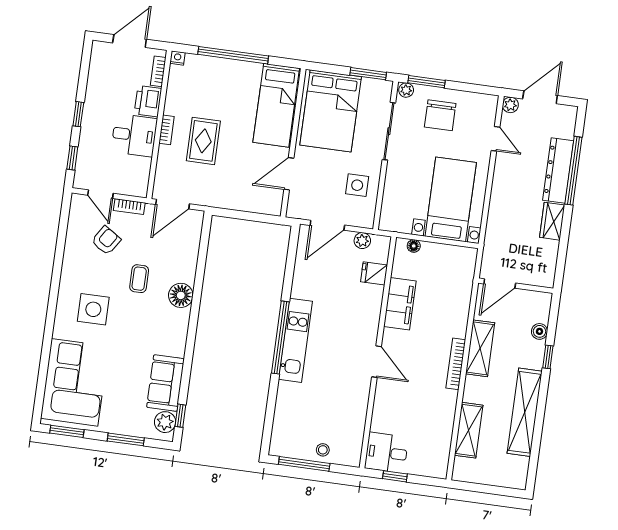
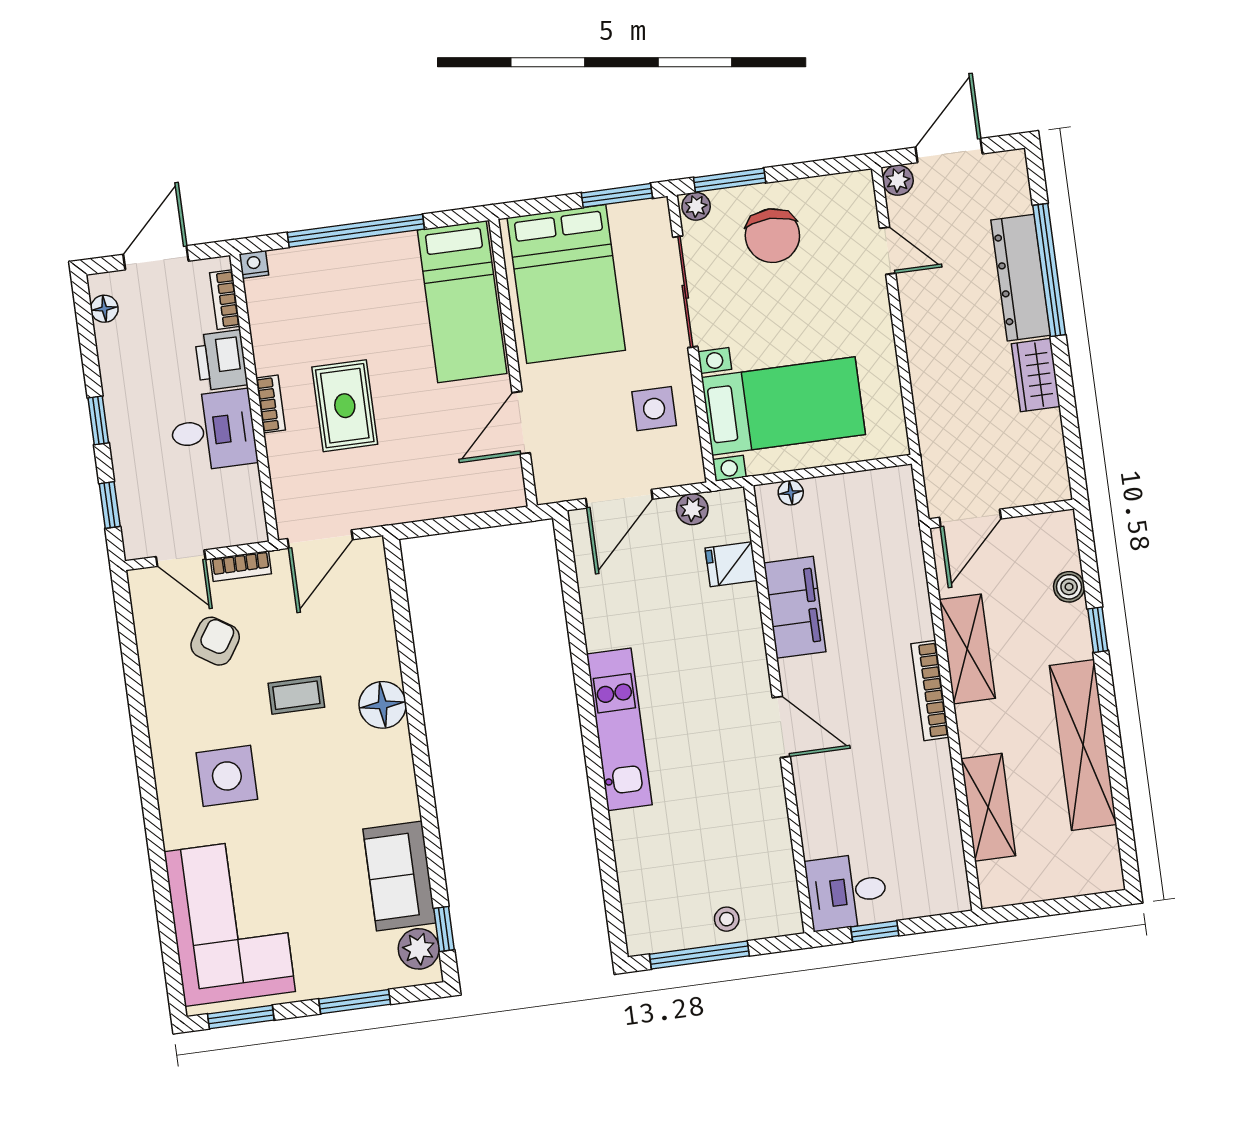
floor lamp: (97, 59) -> (104, 309), added
bed with nightstands: (451, 199) -> (783, 406), moved, turned 90
coffee table: (139, 279) -> (296, 695), turned 90
window: (280, 337) -> (590, 732), removed

